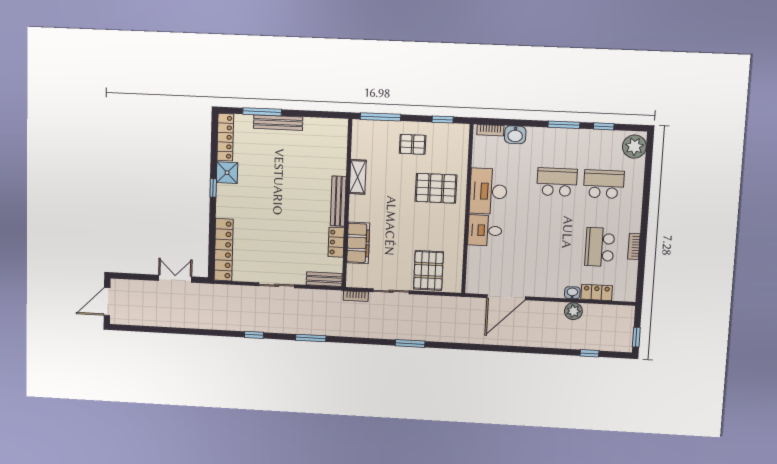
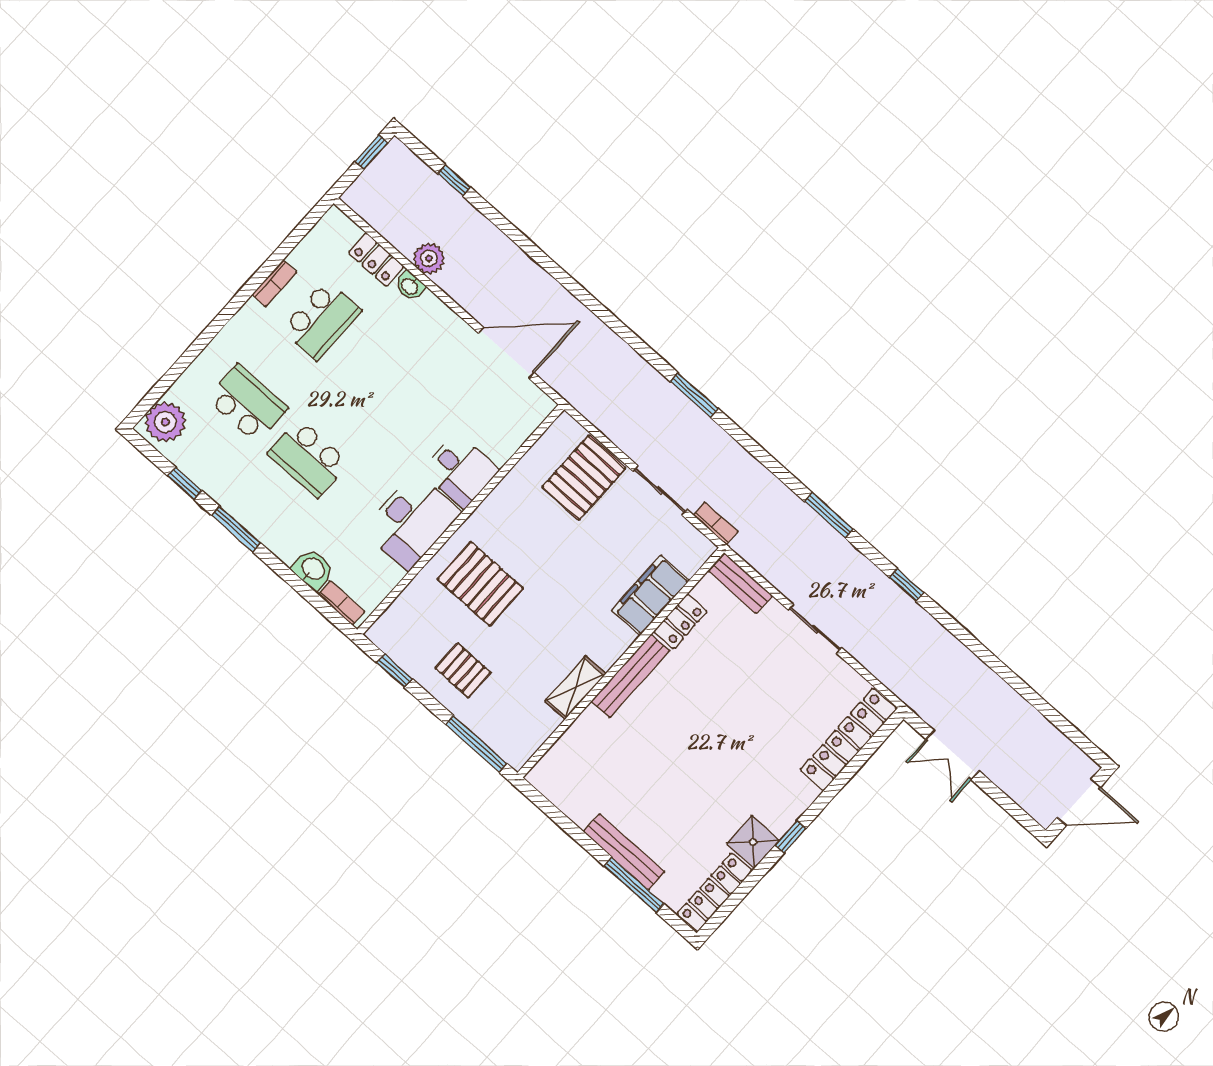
school desk: (604, 184) -> (247, 403), turned 180

